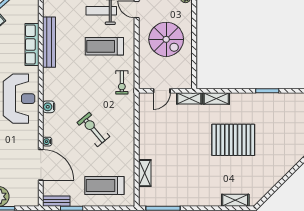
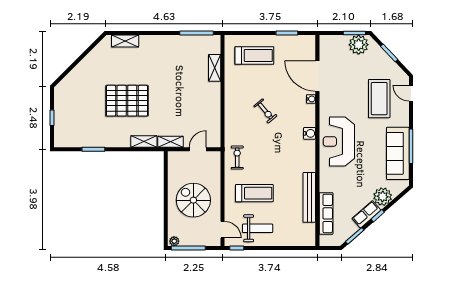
row of seats: (32, 45) -> (326, 213), moved
exercise bike: (93, 130) -> (265, 111), width x0.73, depth x0.72
bench: (56, 201) -> (302, 40), removed

